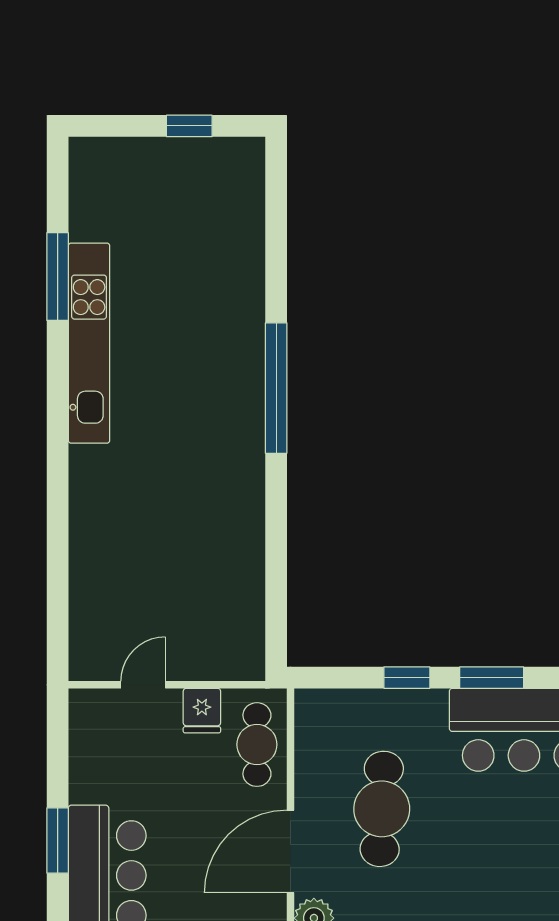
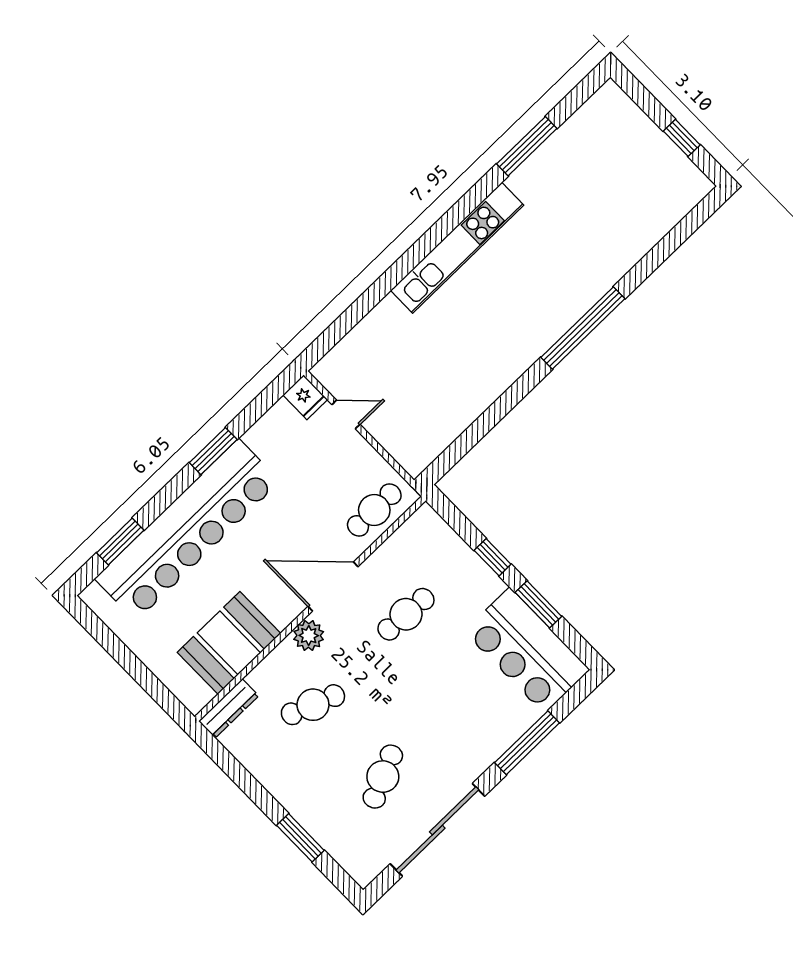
kitchen unit: (89, 343) -> (457, 248), moved
fridge: (202, 711) -> (305, 397), moved, turned -90
cafe table: (382, 809) -> (406, 614), width x0.73, depth x0.74

